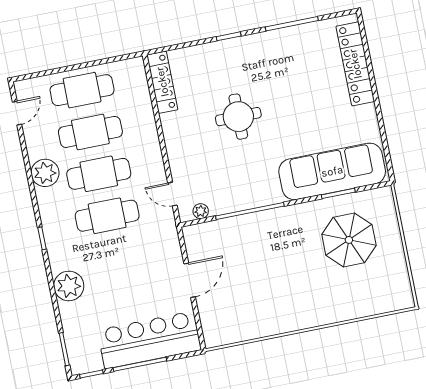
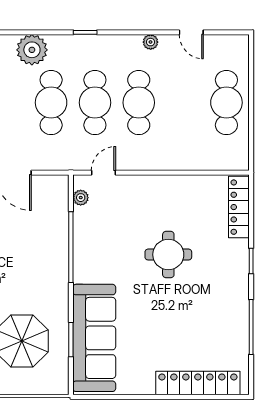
locker: (162, 82) -> (239, 207), moved, turned 90
door: (17, 113) -> (191, 32), moved
cafe table: (90, 132) -> (51, 103), moved
plant: (45, 173) -> (151, 42), width x0.53, depth x0.53

